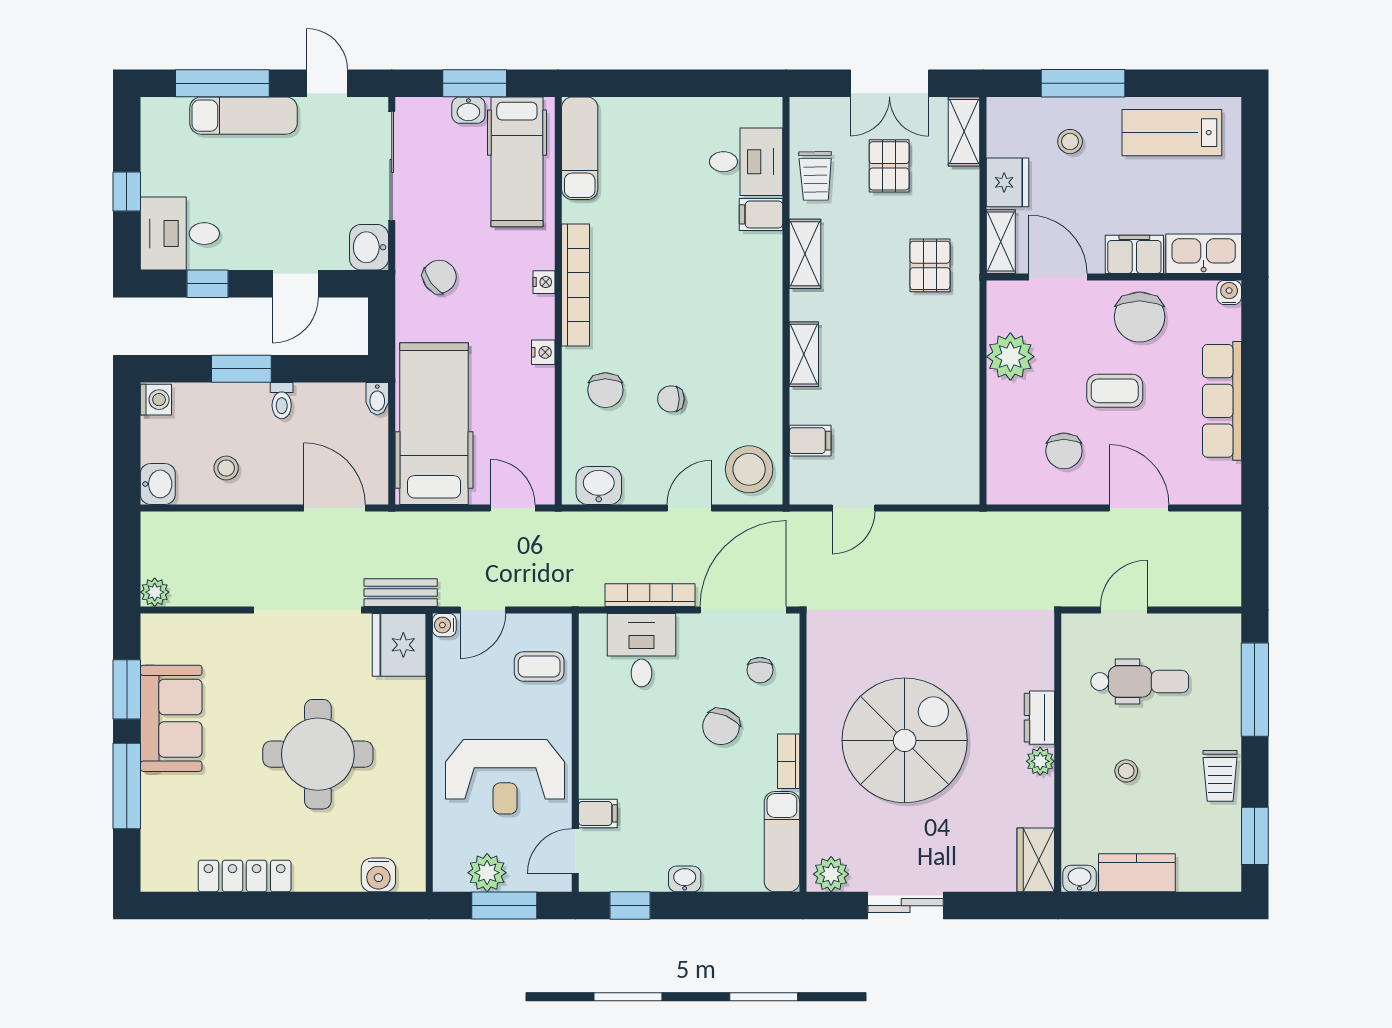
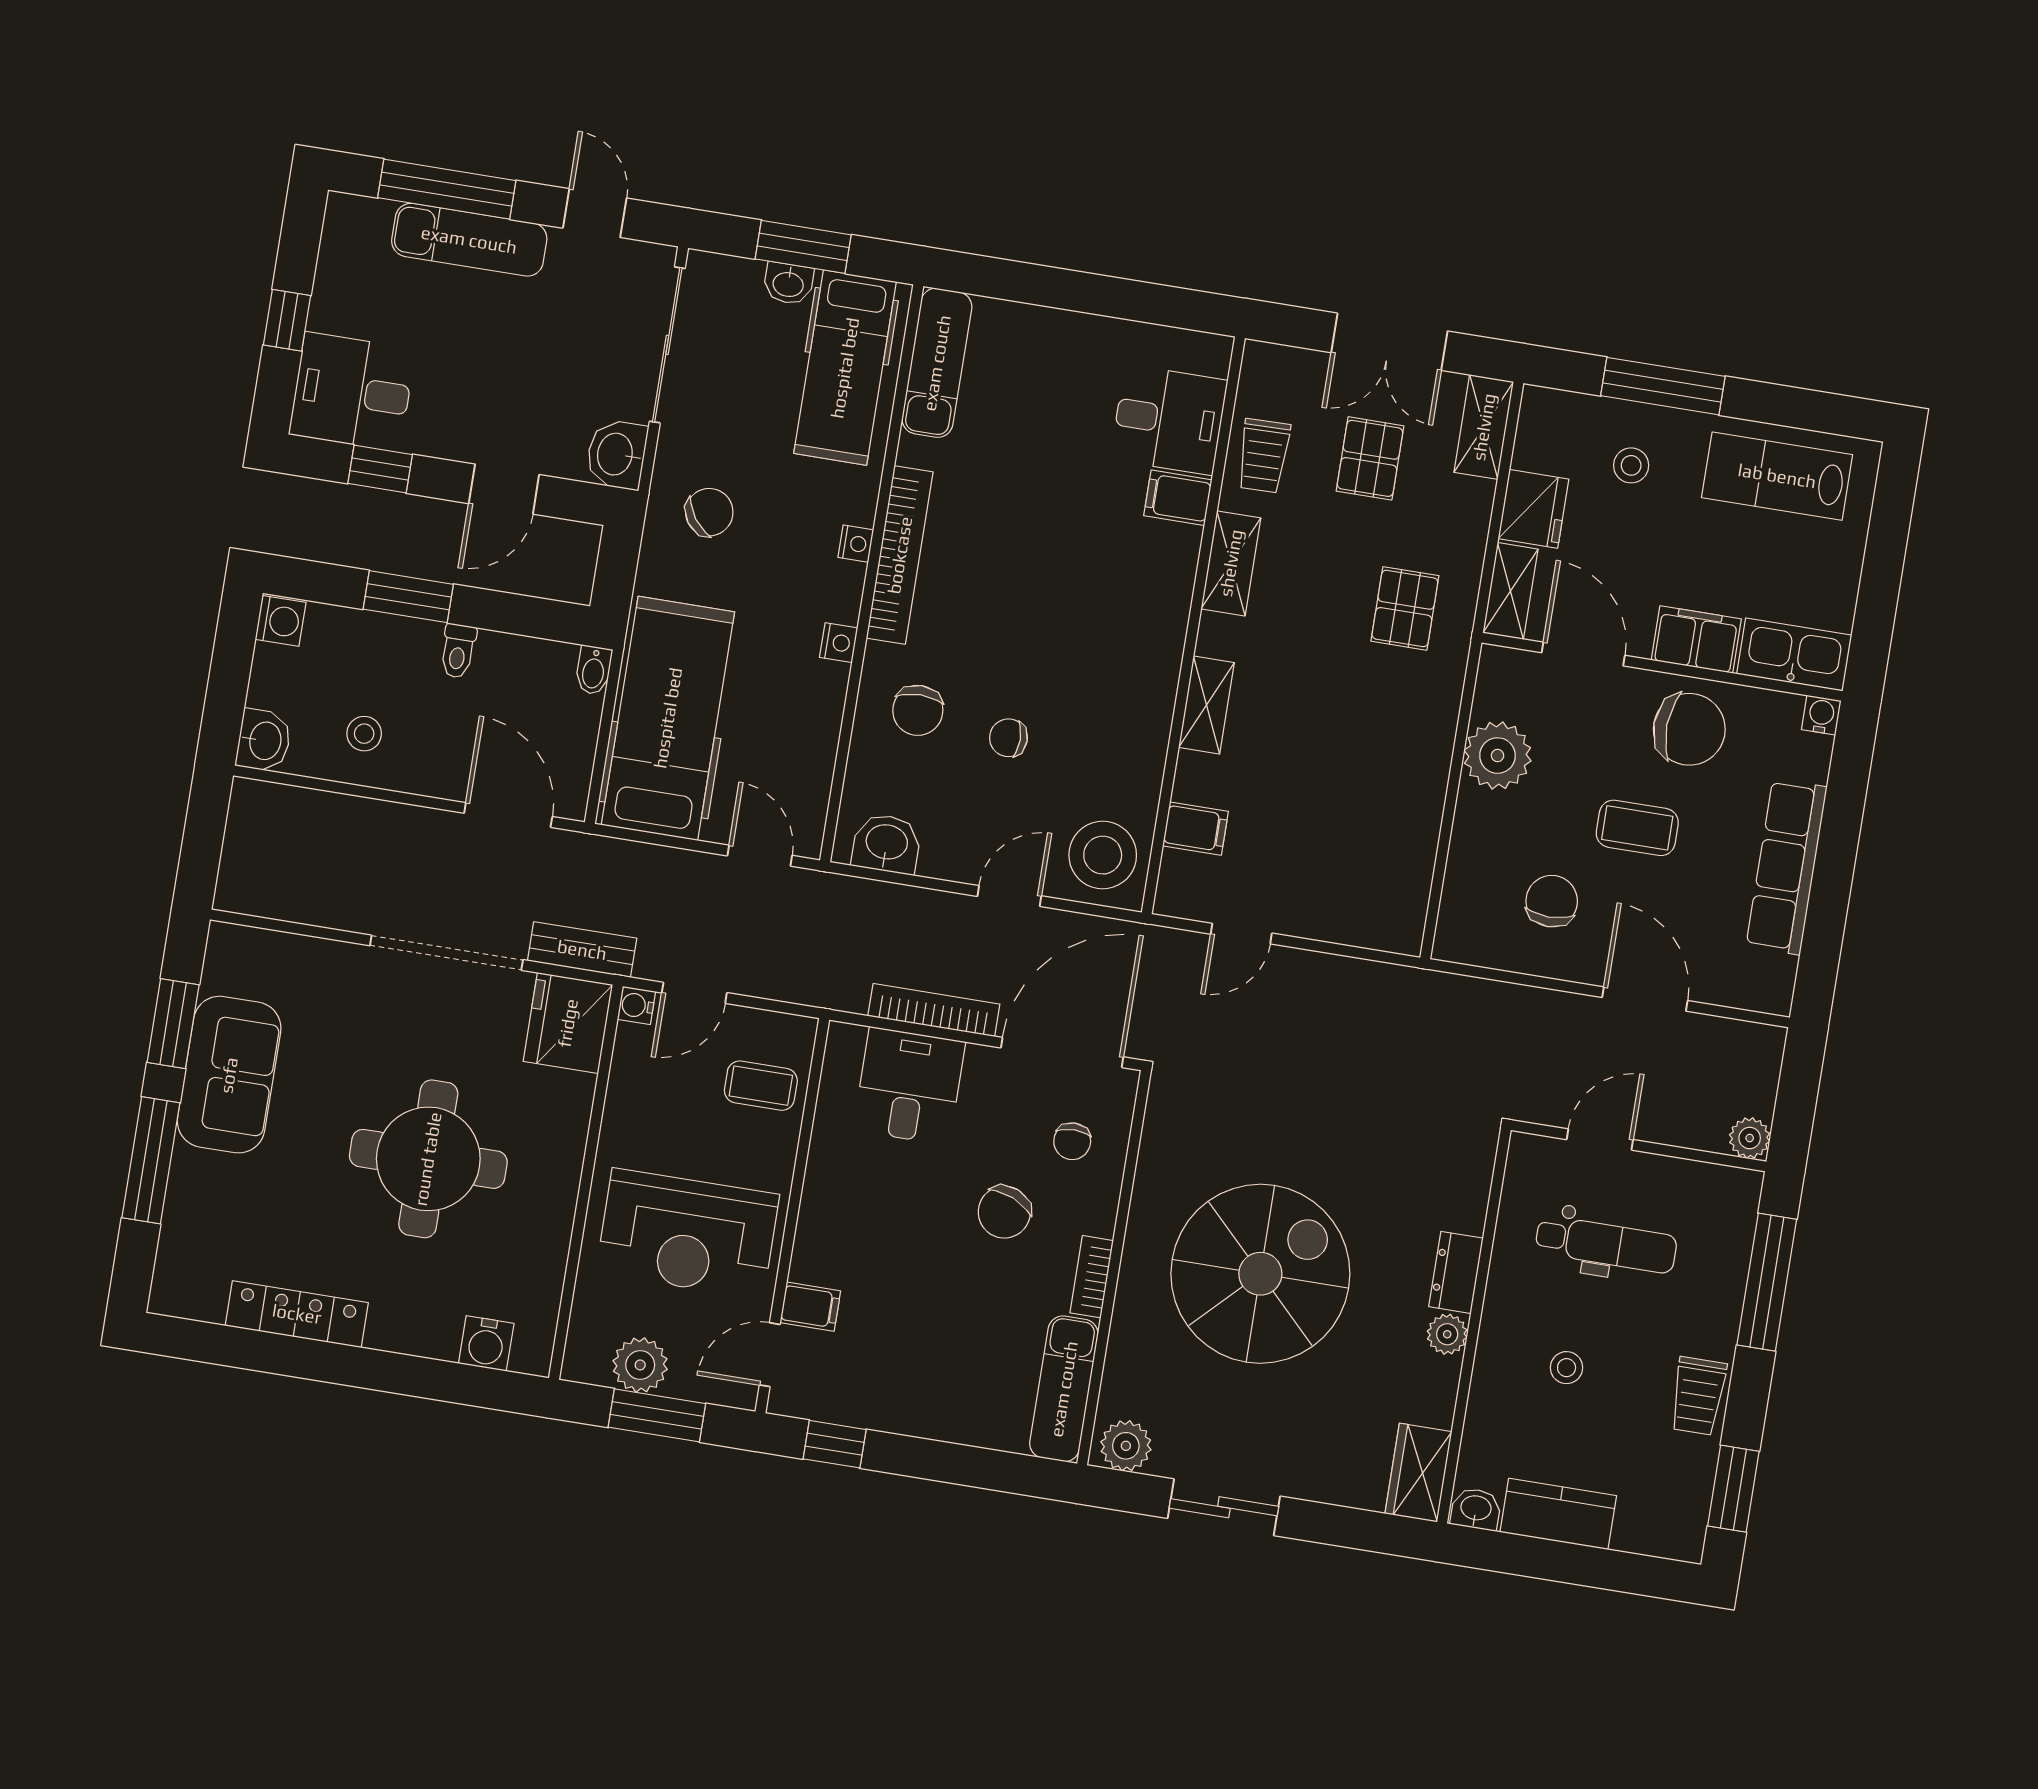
chair: (1140, 317) -> (1689, 729), turned -88
chair: (1064, 451) -> (1552, 901), turned 180
plant: (155, 592) -> (1750, 1138), moved
washbasin: (685, 879) -> (918, 1419), removed

